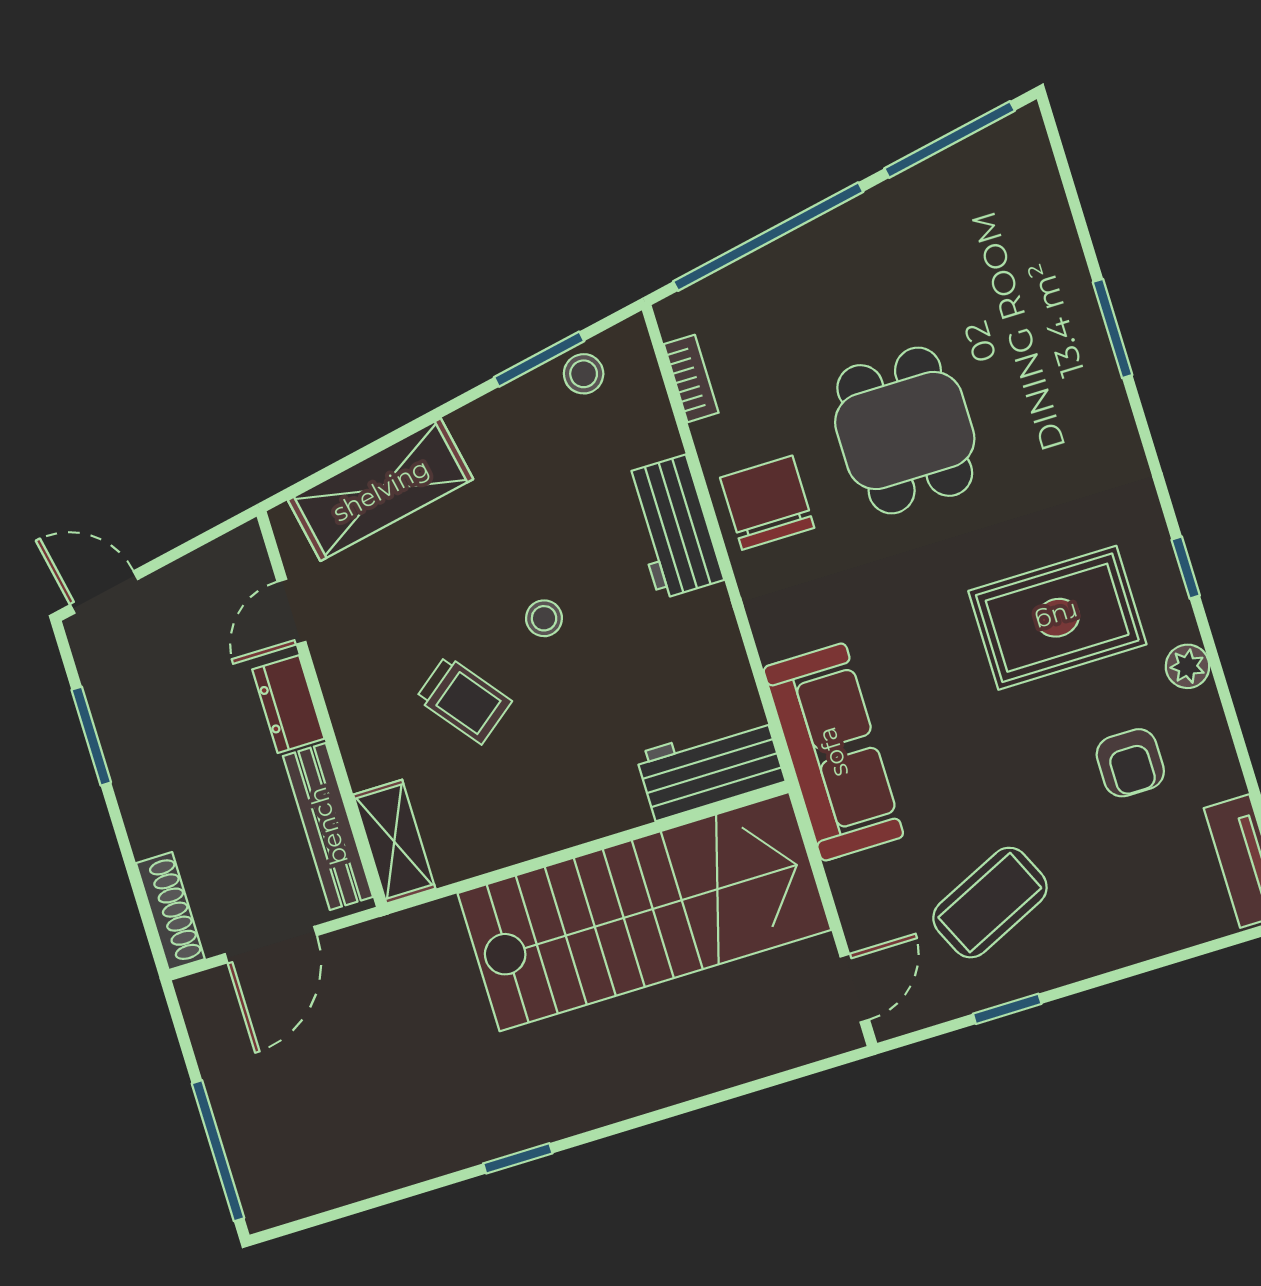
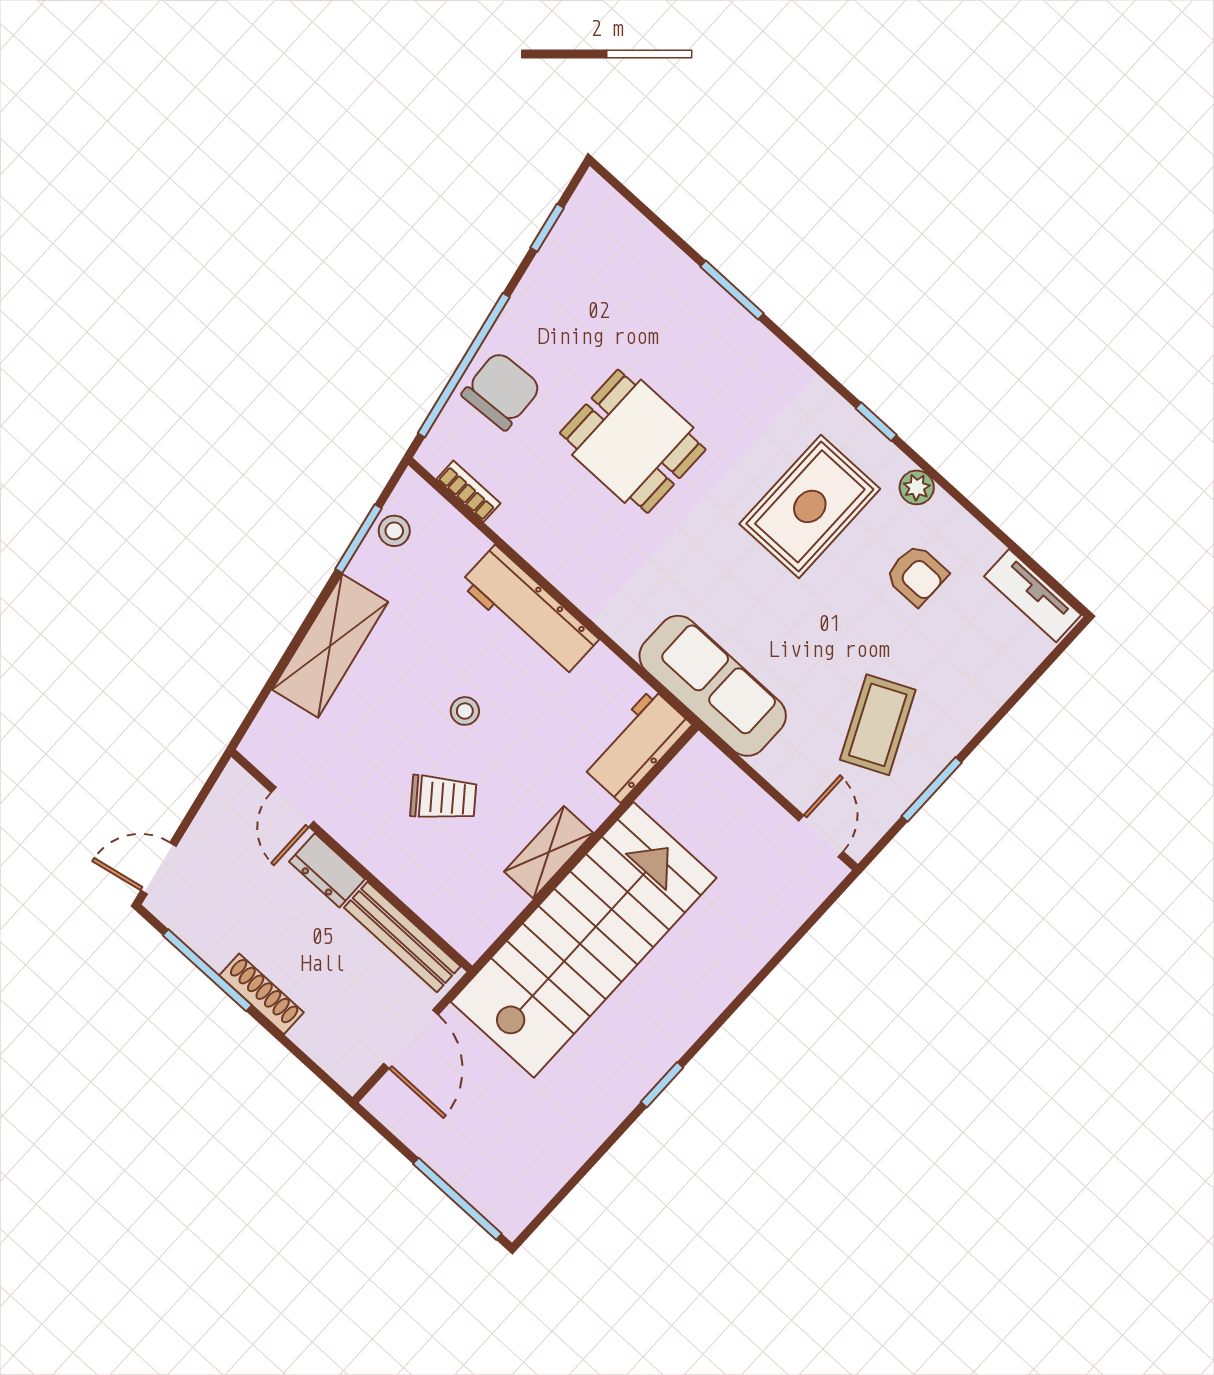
window: (950, 140) -> (547, 228), width x0.46
shelving: (381, 490) -> (330, 646), moved
chair: (767, 503) -> (501, 391), moved, turned 87
workbench: (673, 527) -> (529, 611), width x1.38
window: (91, 736) -> (207, 970), width x1.44
shelving: (394, 842) -> (549, 852), moved, turned 90
shoe rack: (170, 911) -> (262, 994), moved
stairs: (644, 912) -> (584, 940), moved
window: (1007, 1009) -> (932, 789), width x1.50

